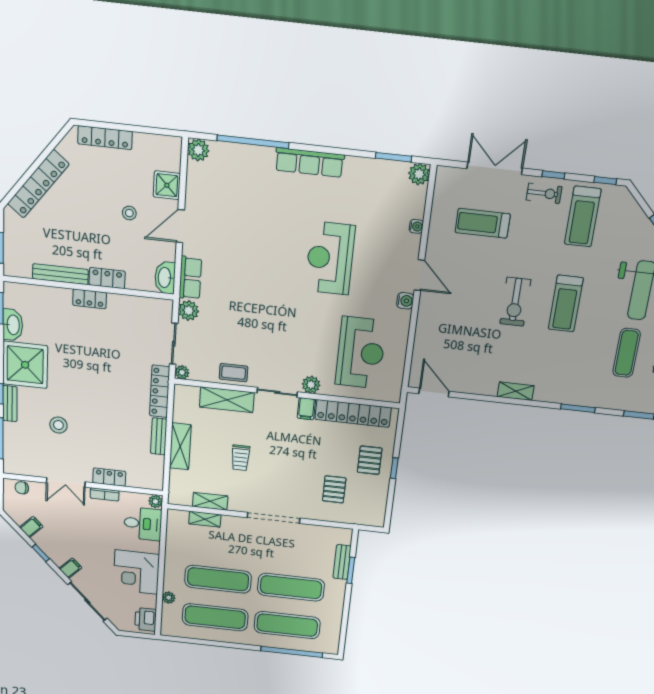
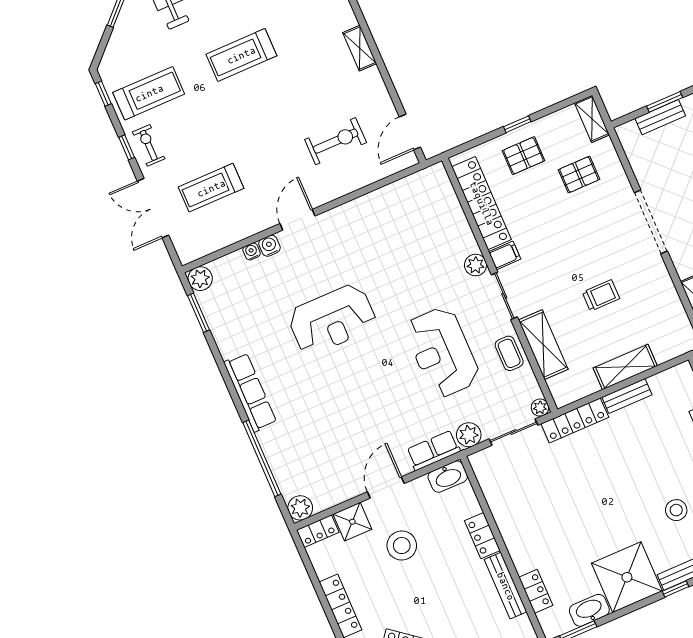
locker: (173, 153) -> (318, 531), added
stool: (129, 213) -> (402, 546), width x1.89, depth x1.89
treadmill: (483, 223) -> (211, 188), turned 90
door: (180, 226) -> (386, 488), swing flipped
locker: (90, 299) -> (536, 591), moved
water cooler: (405, 301) -> (269, 246), moved
exercise bike: (515, 302) -> (336, 141), moved
treadmill: (566, 304) -> (241, 55), turned 180
reception desk: (361, 353) -> (442, 352), moved, turned -90
shelving: (210, 501) -> (592, 119), moved

